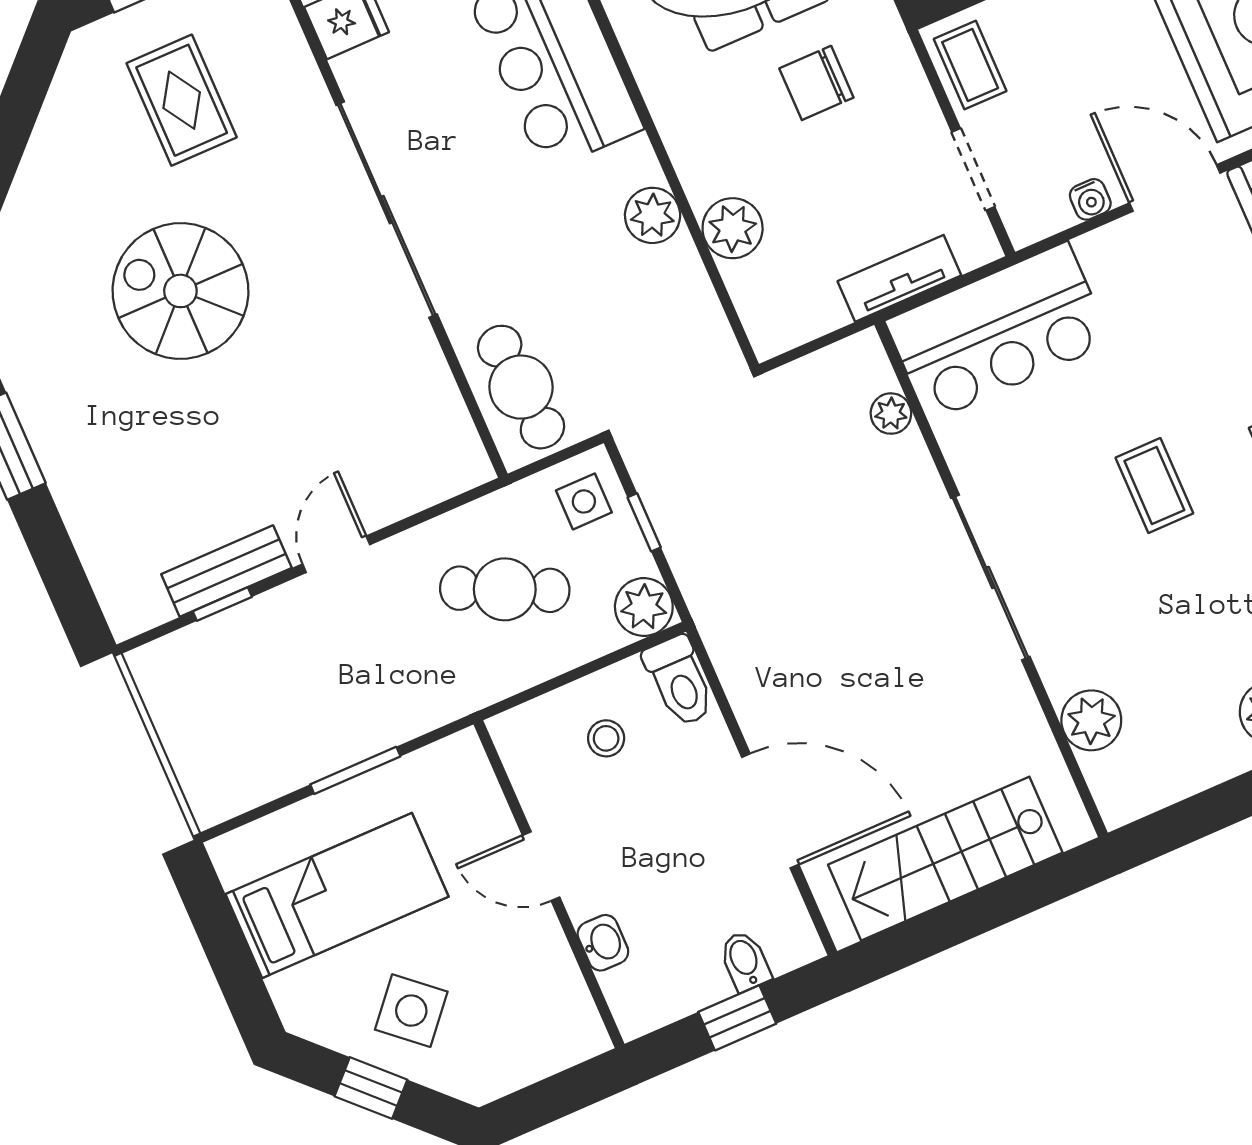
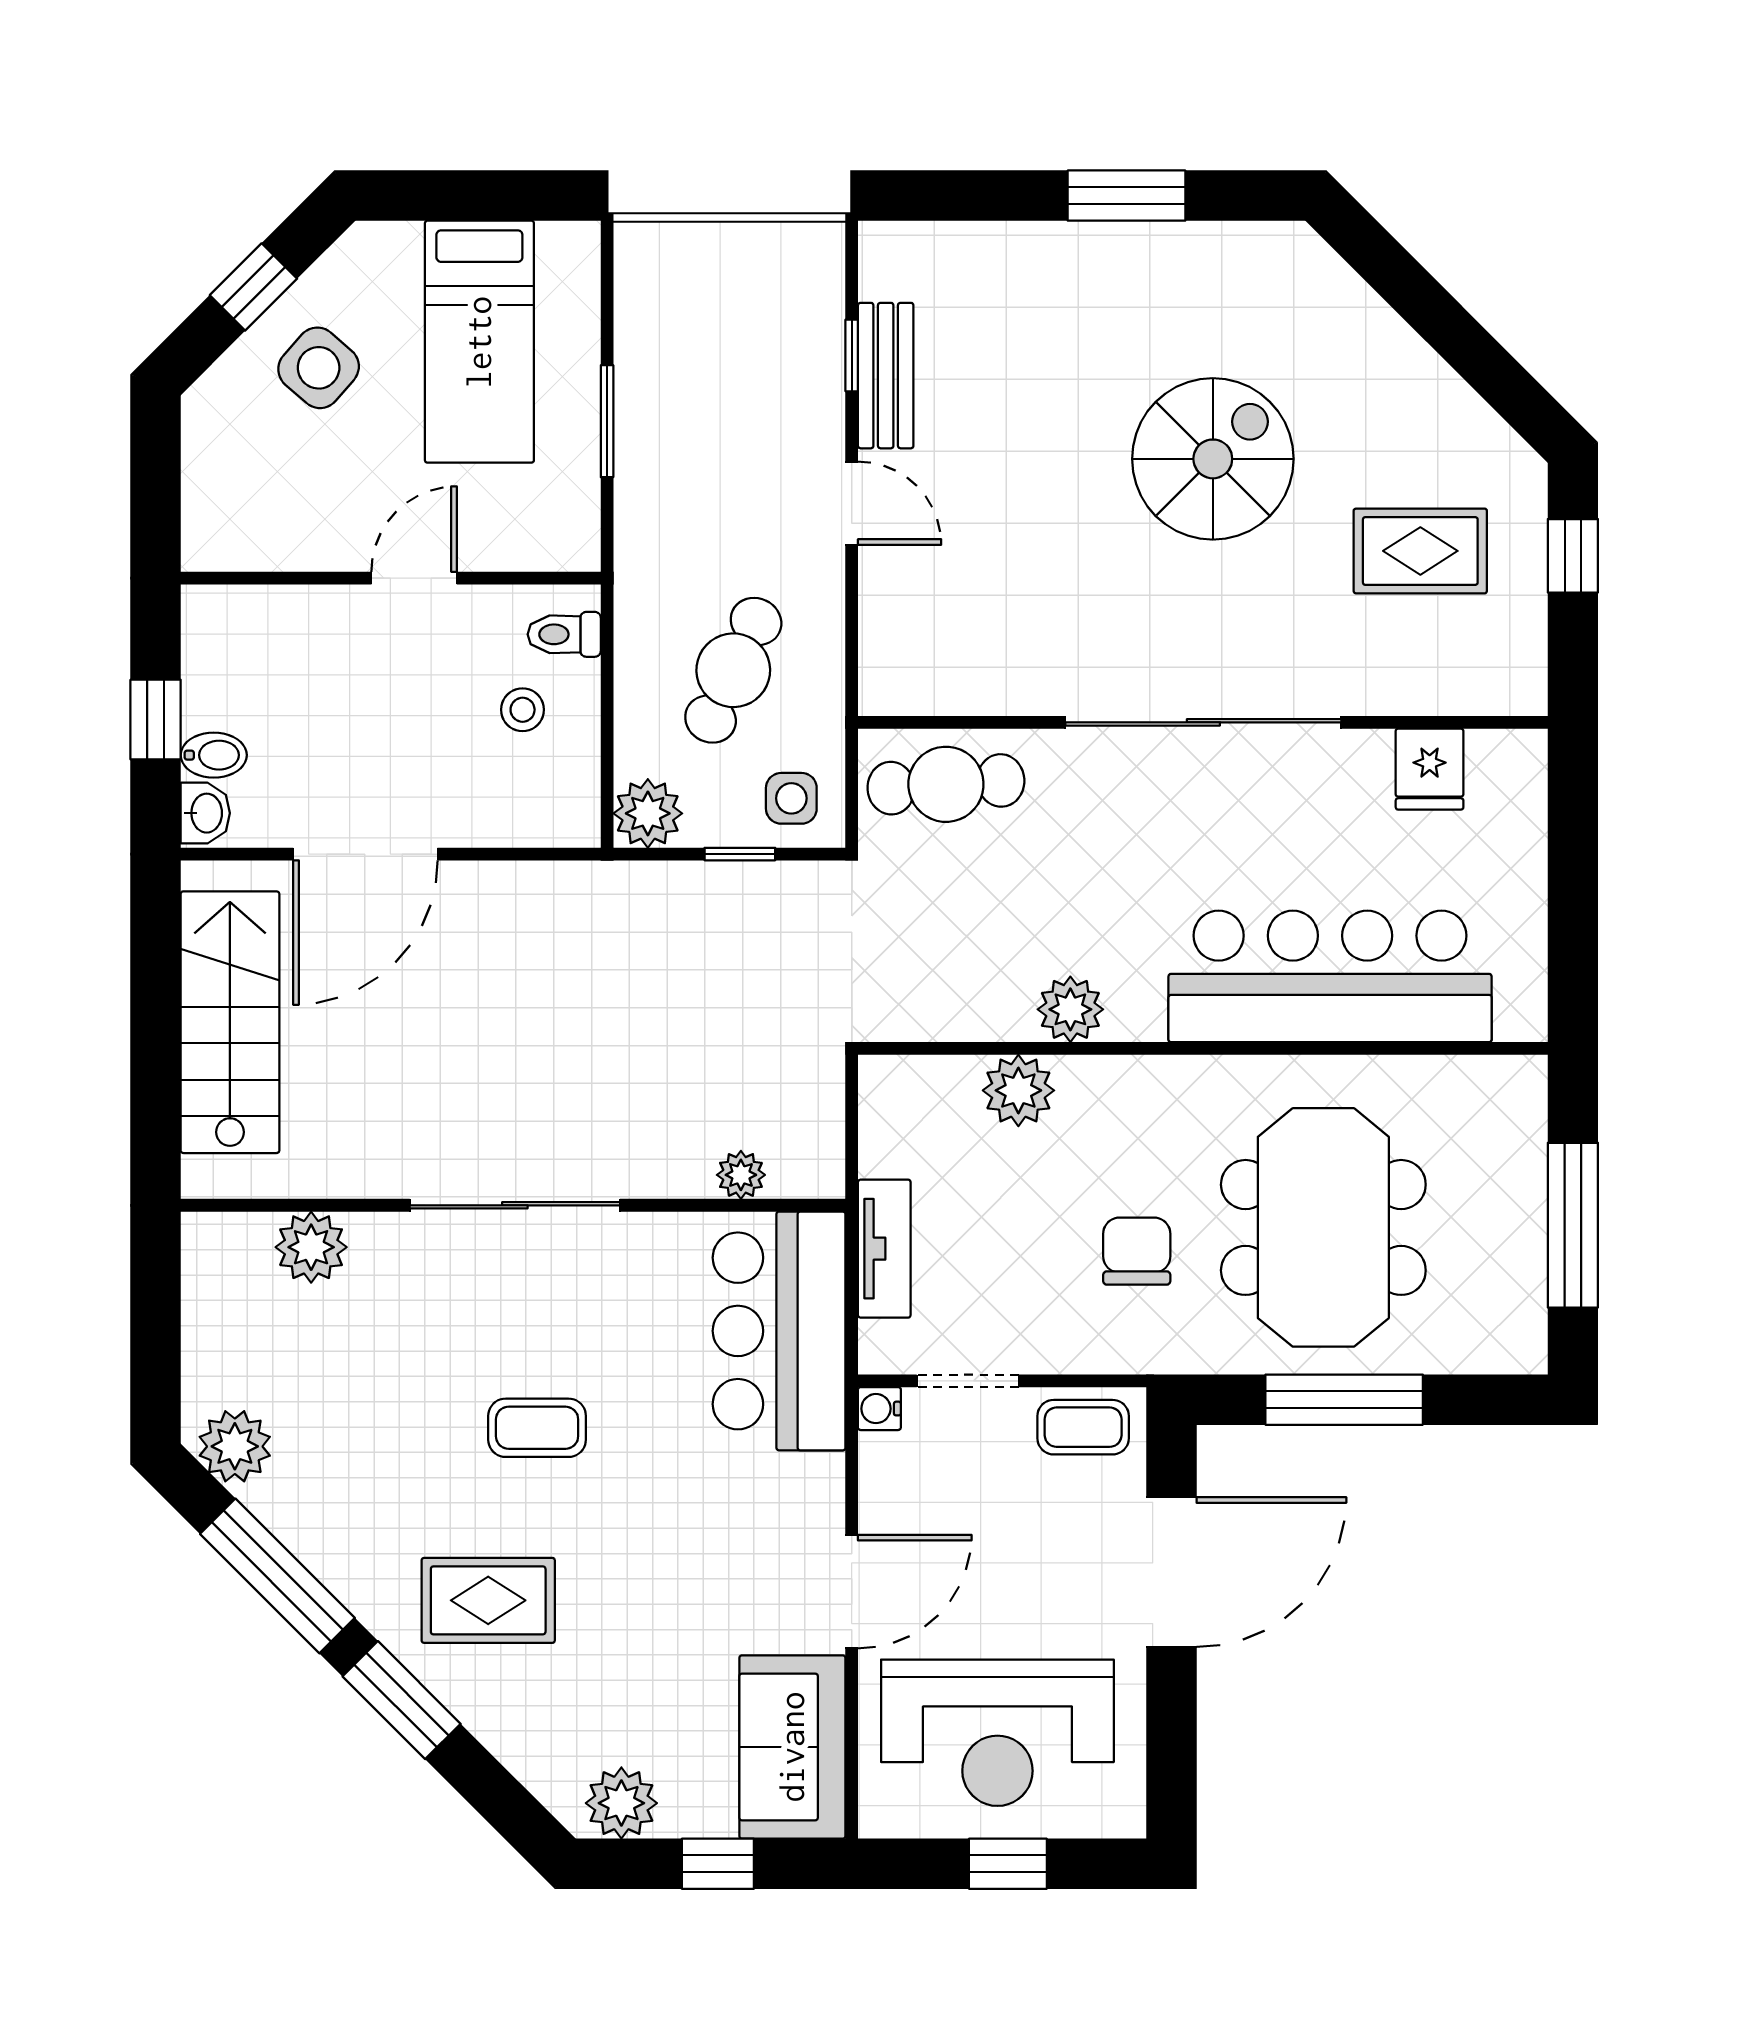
water cooler: (1090, 199) -> (879, 1409), moved
toilet: (679, 681) -> (564, 634), moved, width x0.73, depth x0.72
washbasin: (603, 943) -> (205, 813), moved, turned -90

